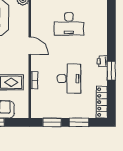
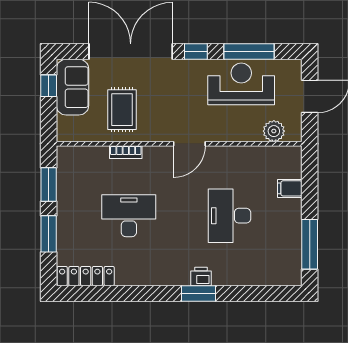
printer: (102, 61) -> (201, 276), moved
window: (111, 71) -> (199, 293), moved
desk: (69, 79) -> (129, 216), turned 180

